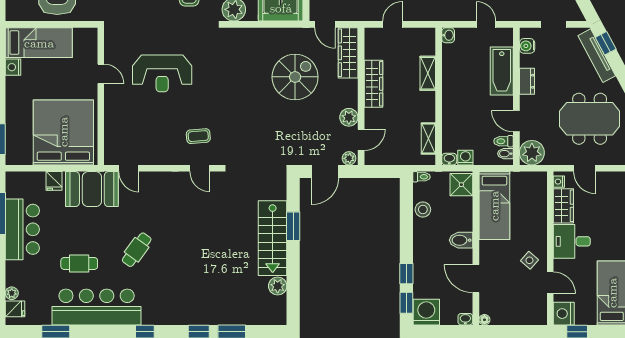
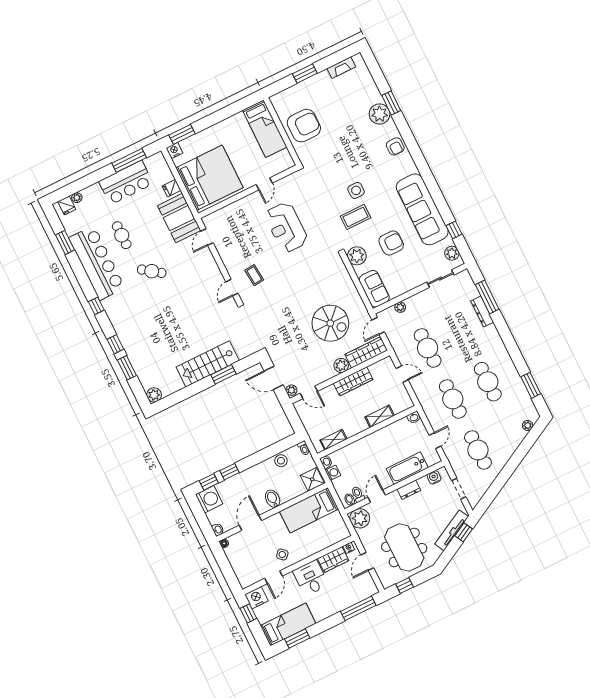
nightstand: (13, 67) -> (174, 150), moved
plant: (349, 117) -> (341, 365), moved
plant: (278, 286) -> (154, 395), moved

